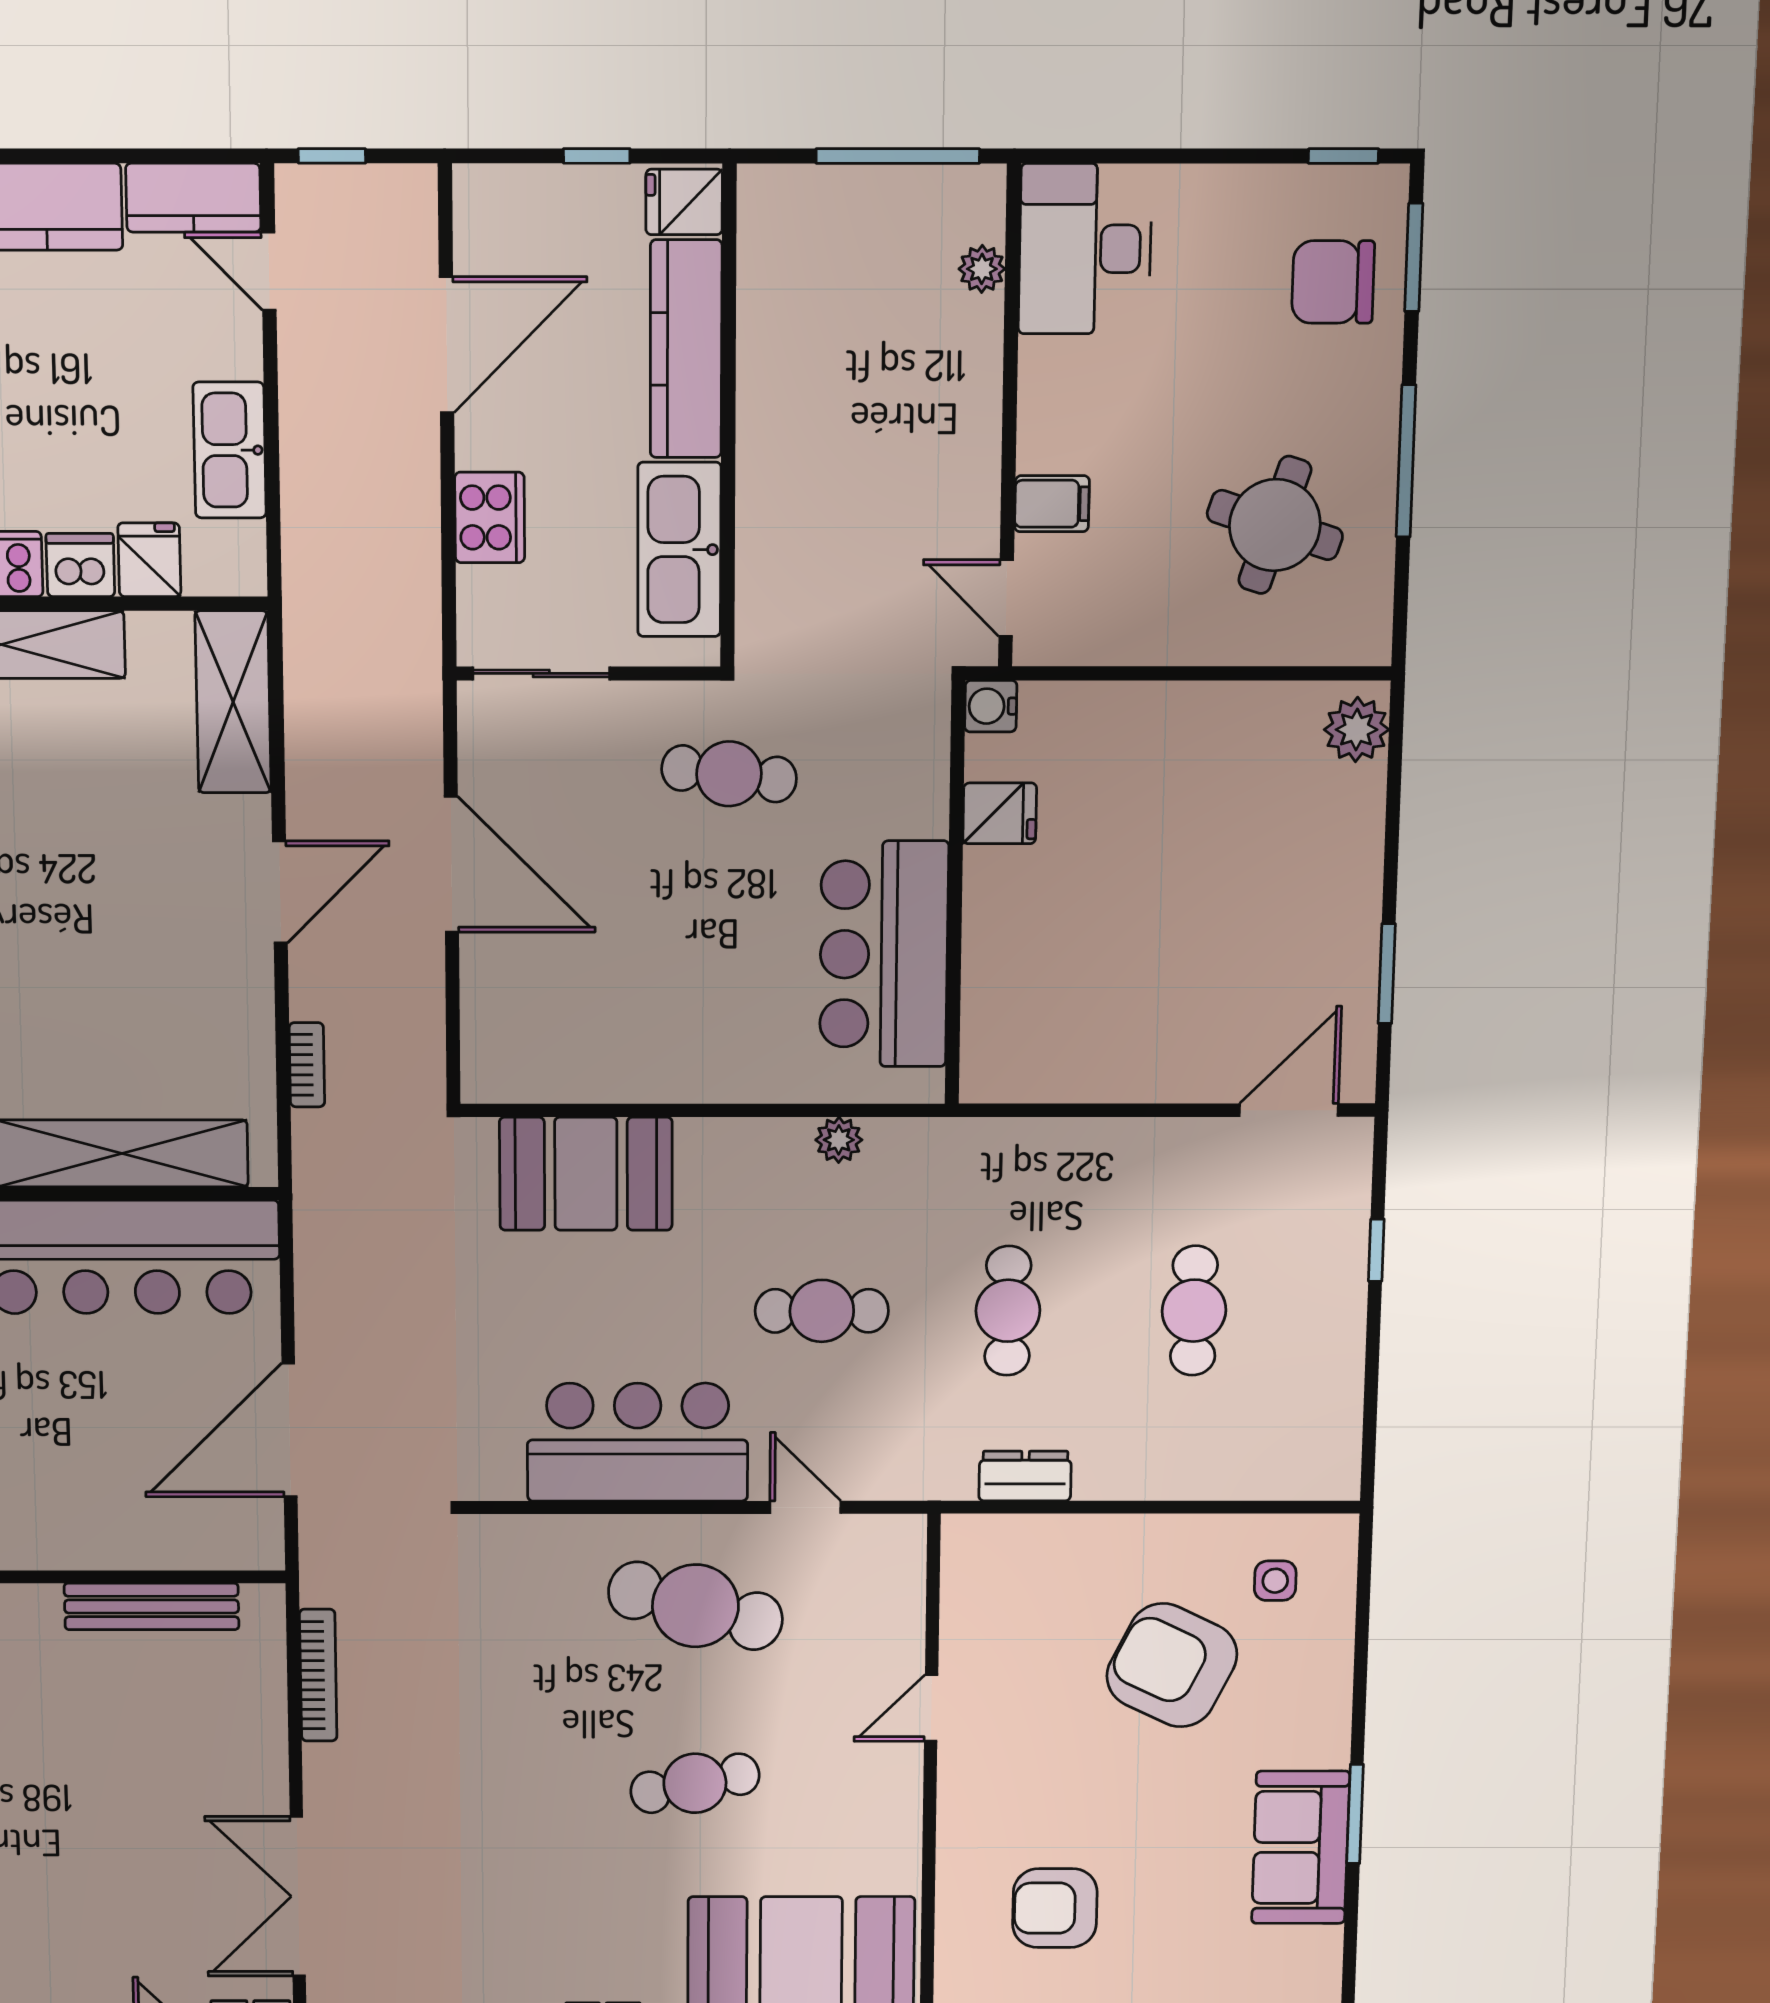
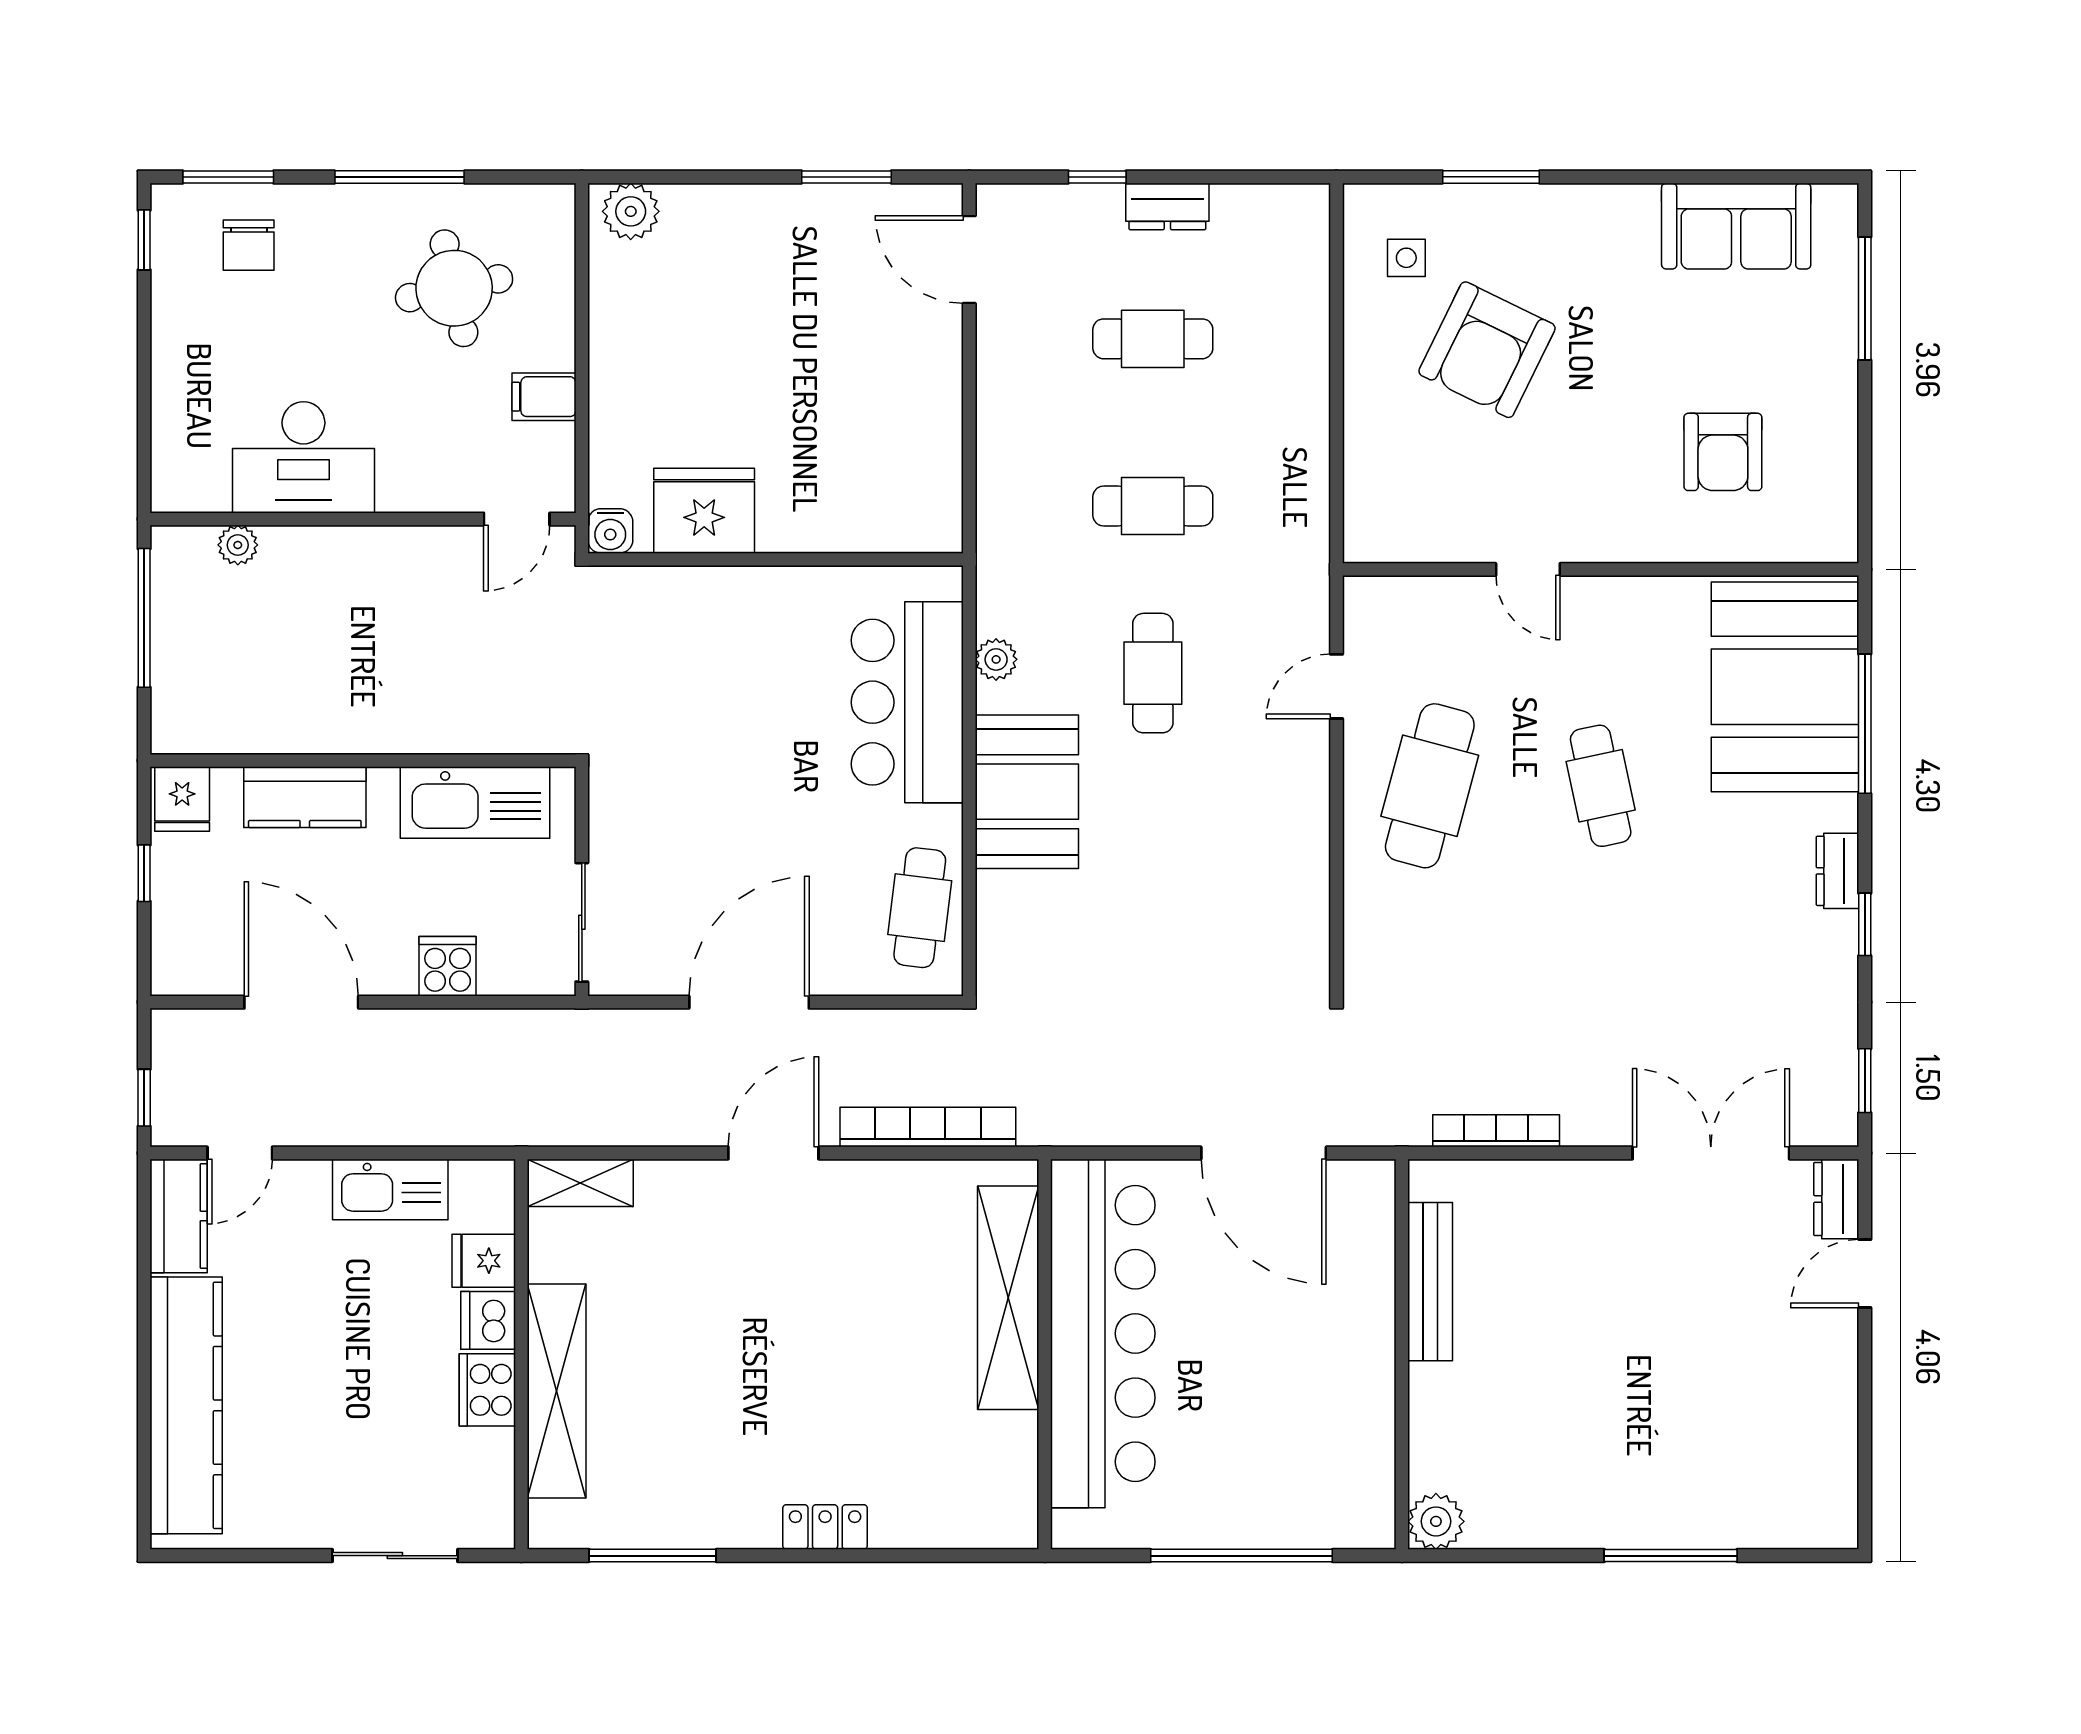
desk: (1085, 249) -> (303, 457), moved
chair: (1333, 282) -> (249, 245), width x0.73, depth x0.73
kitchen counter: (686, 349) -> (305, 797), width x0.67
filing cabinet: (1052, 504) -> (544, 397), moved, turned -90
cooker: (490, 517) -> (448, 966), width x0.73
round table: (1275, 525) -> (454, 288), turned -30
shelving: (233, 702) -> (580, 1183), width x0.67, depth x0.75
cafe table: (729, 774) -> (920, 908), moved
fridge: (1000, 813) -> (704, 511), width x1.88, depth x1.34
door: (280, 892) -> (773, 1153), hinge flipped
bar counter: (884, 954) -> (907, 702), moved, turned 90
bookcase: (307, 1065) -> (928, 1127), width x2.31, depth x1.31
booth: (586, 1174) -> (1027, 792), moved
bar counter: (638, 1442) -> (1275, 839), removed
dresser: (1025, 1476) -> (1167, 206), moved, turned -90
window: (1355, 1814) -> (1491, 177), moved
sofa: (1301, 1847) -> (1736, 226), moved
double door: (298, 1896) -> (1711, 1153), swing flipped

